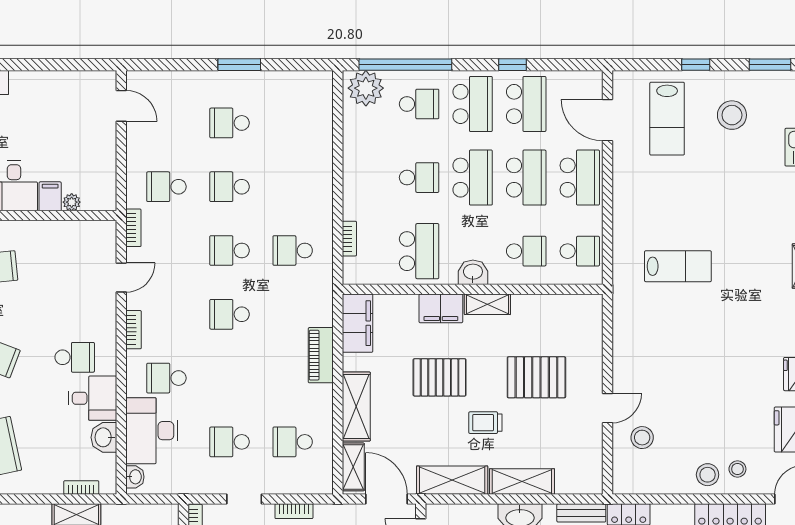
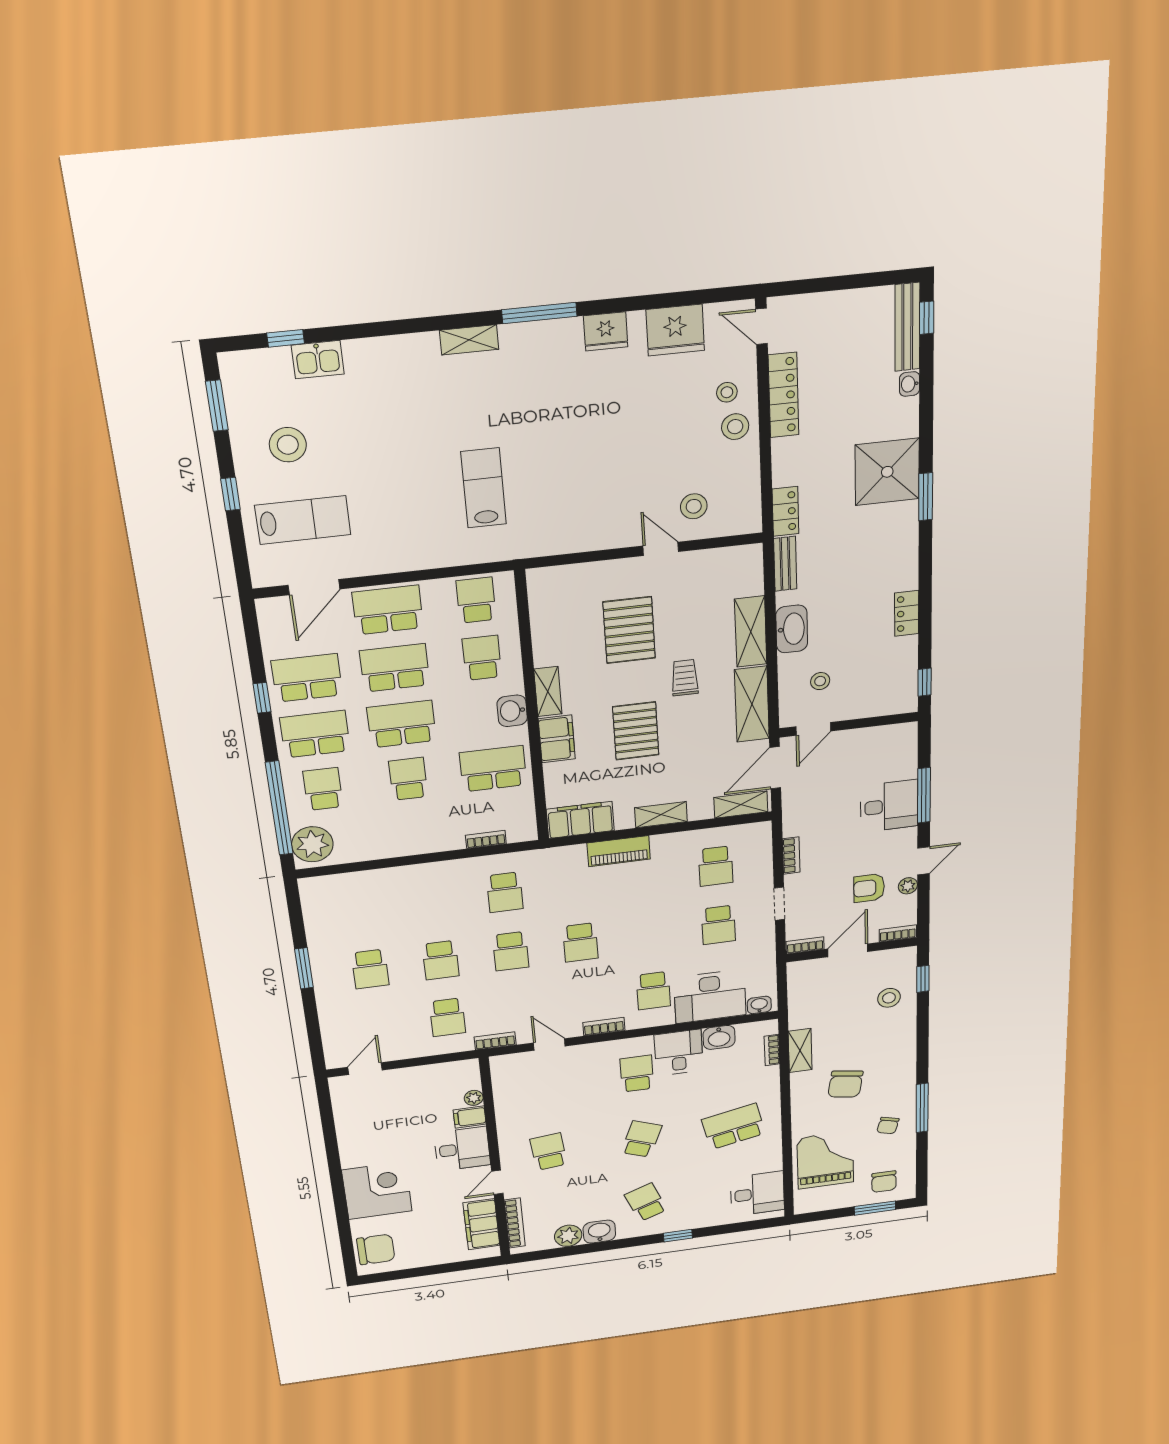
shelving: (356, 407) -> (661, 815), width x0.67, depth x0.75
trolley: (485, 423) -> (685, 678), turned 180

